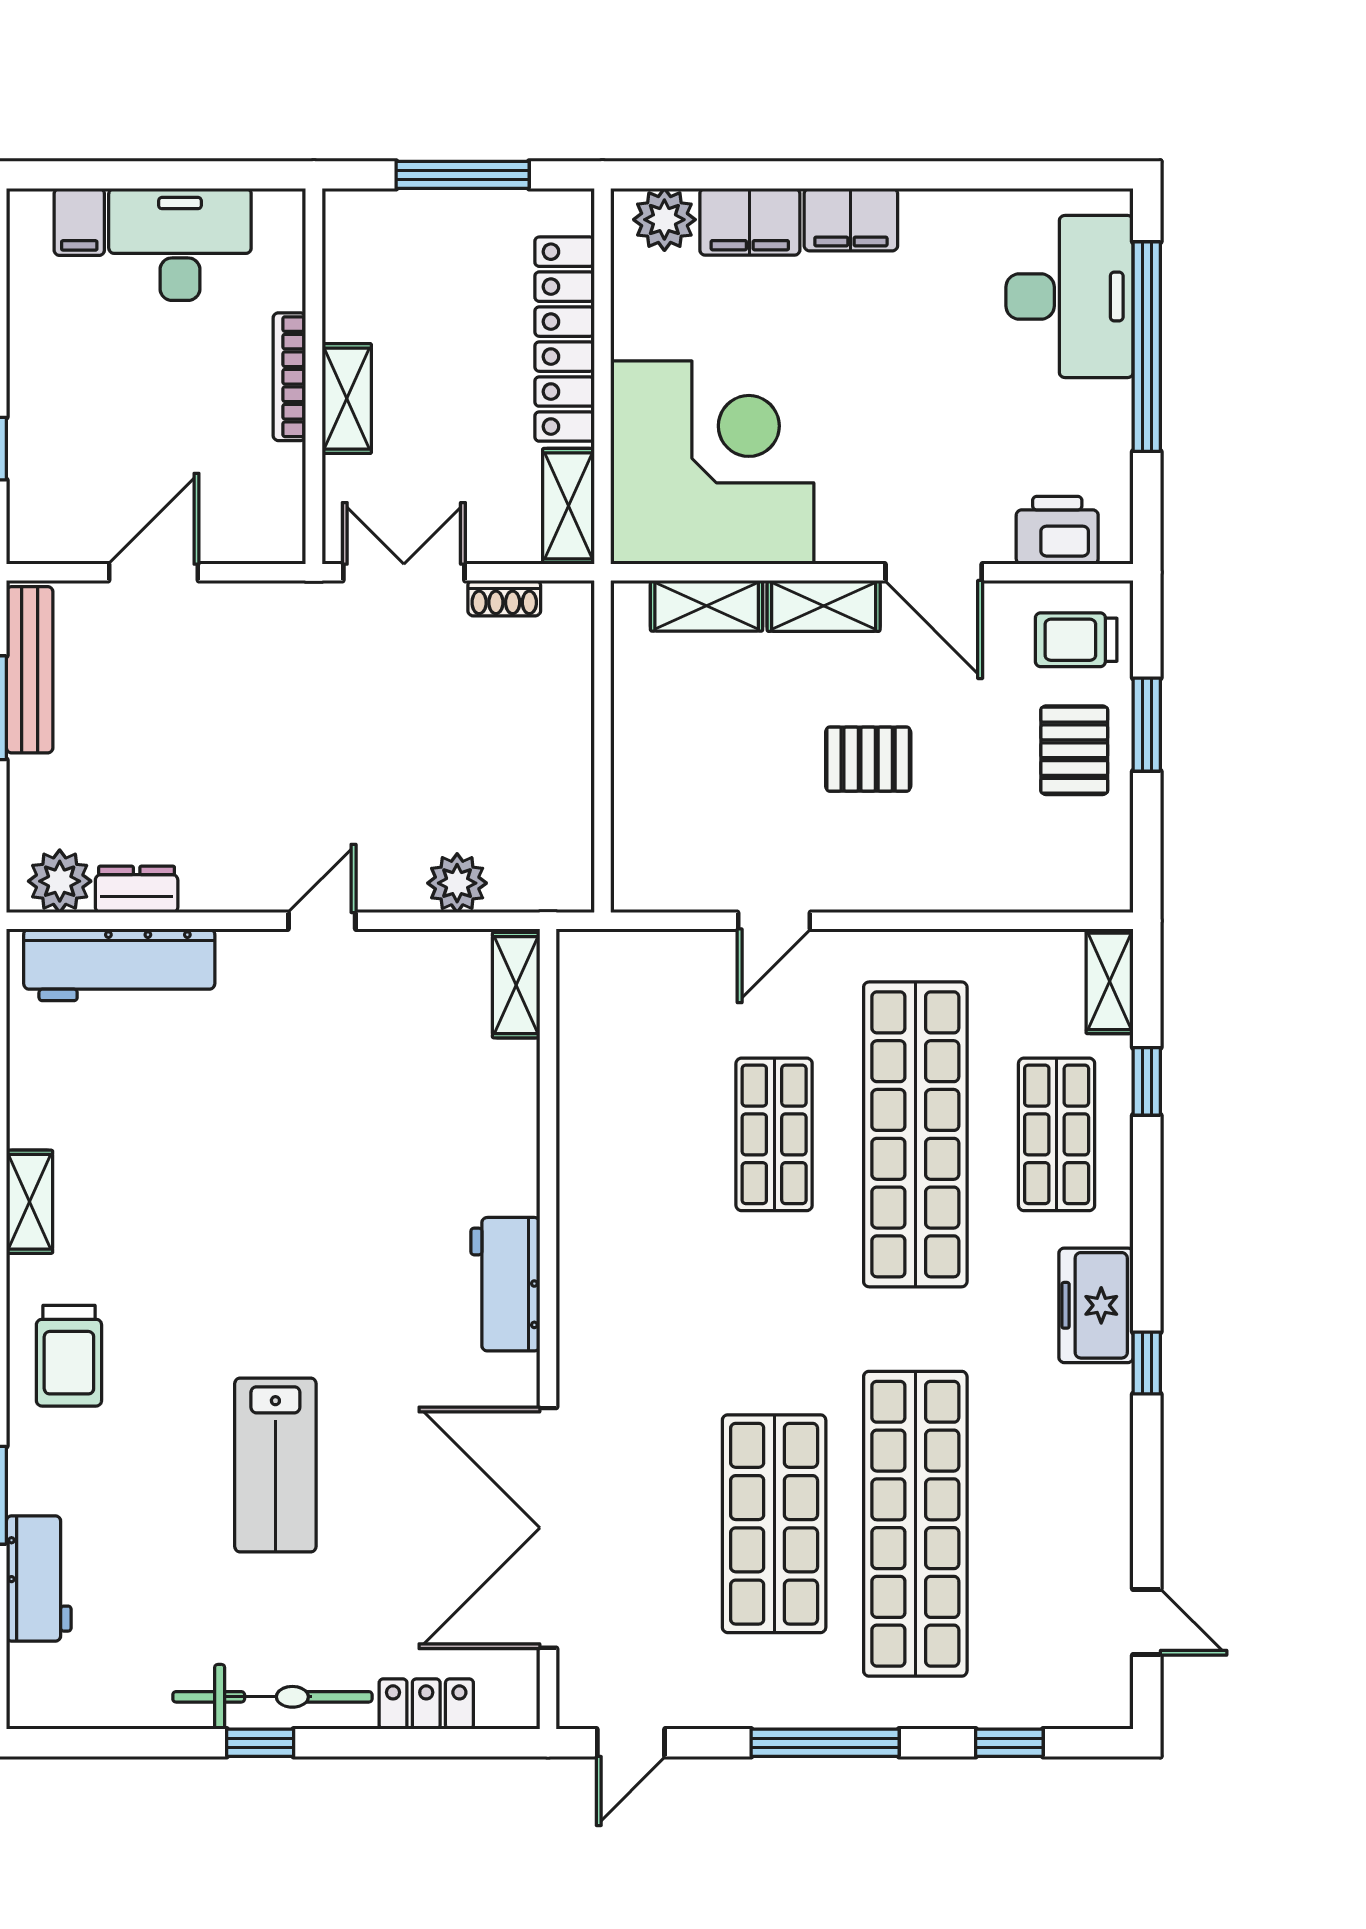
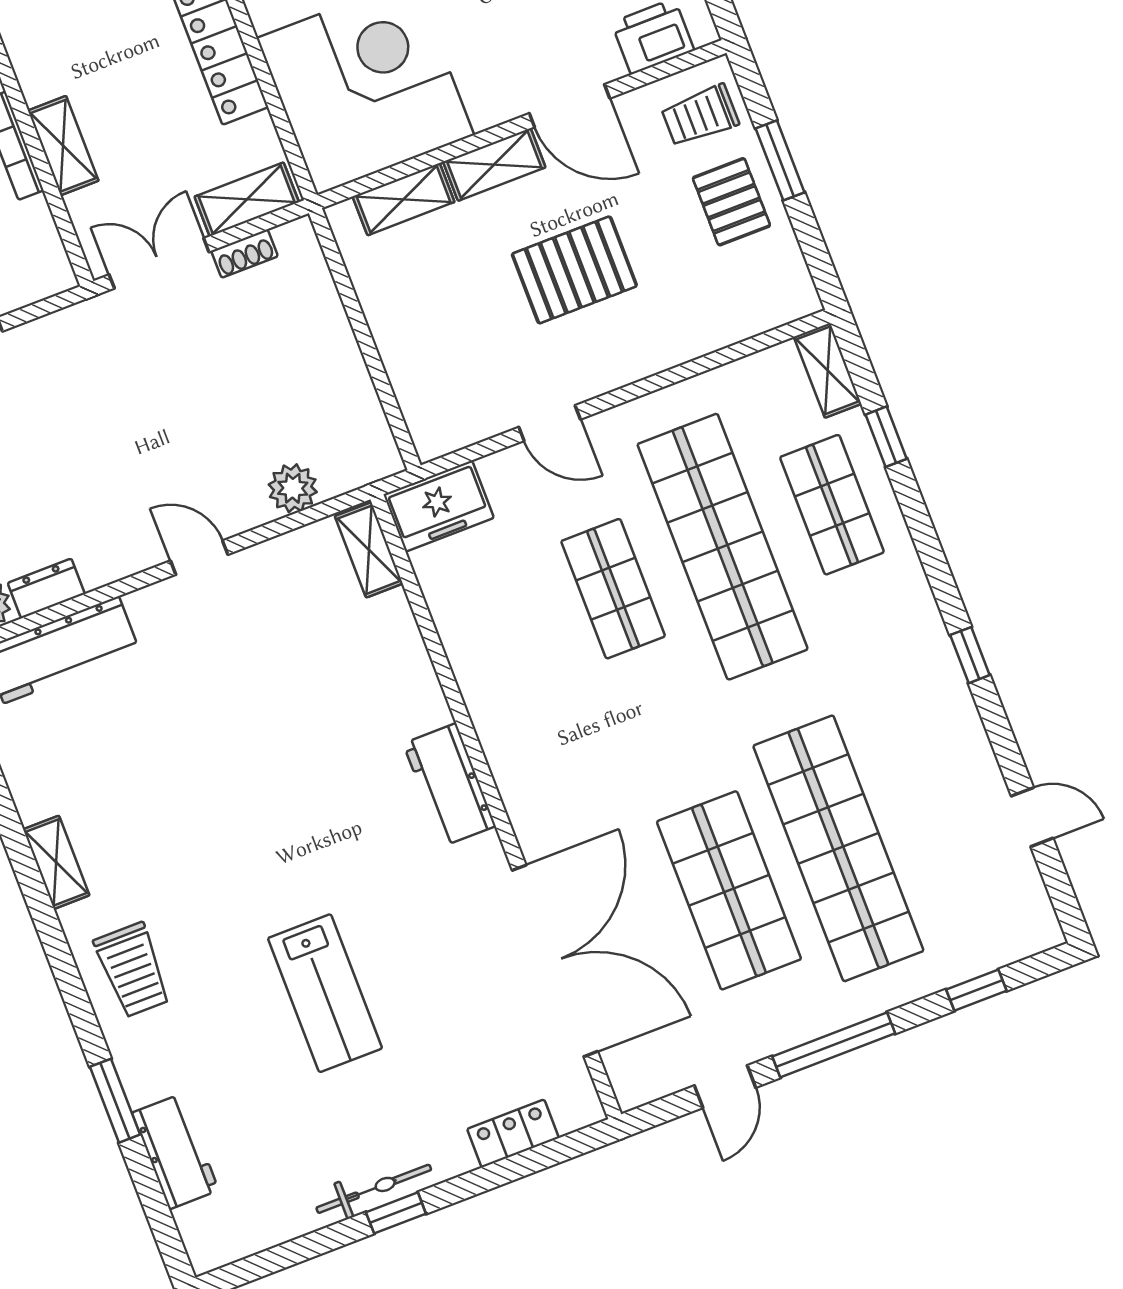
shelving: (568, 506) -> (247, 199), moved, turned 90
pallet: (868, 759) -> (574, 270), width x1.50, depth x1.42
door: (322, 921) -> (199, 558), hinge flipped
door: (774, 921) -> (550, 423), hinge flipped
freezer: (1096, 1305) -> (439, 506), moved, turned -90
double door: (548, 1528) -> (555, 961), swing flipped
door: (1147, 1622) -> (1032, 817), moved
bicycle: (272, 1697) -> (374, 1189), width x0.73, depth x0.71
door: (631, 1743) -> (725, 1087), moved

